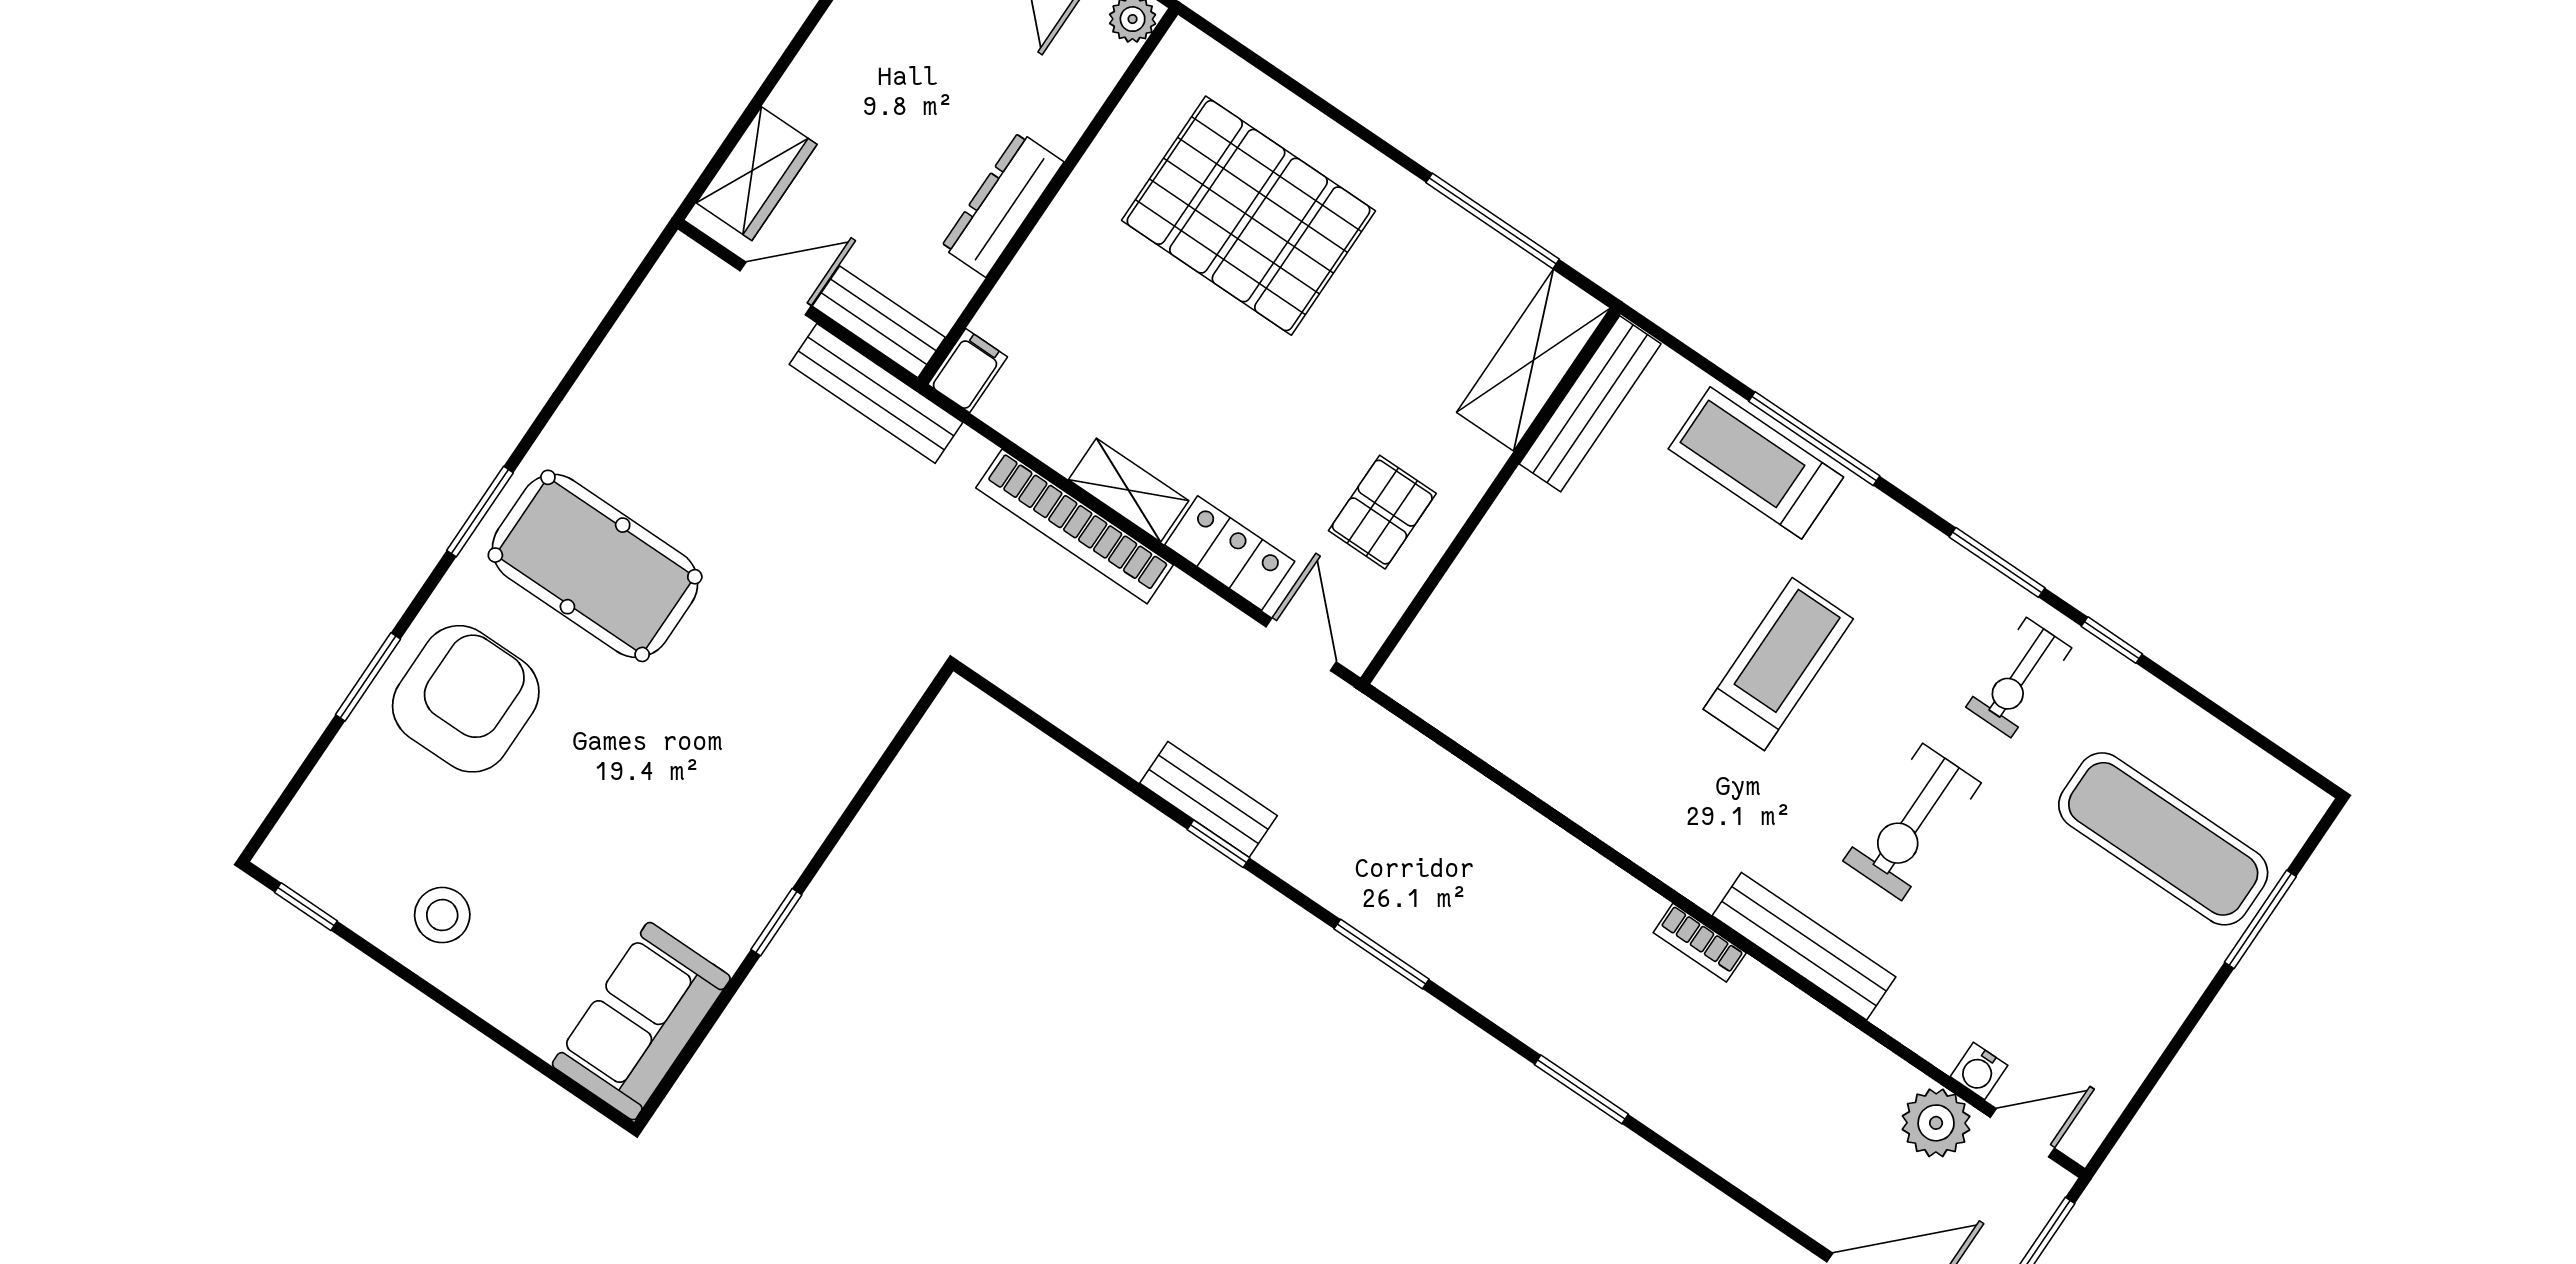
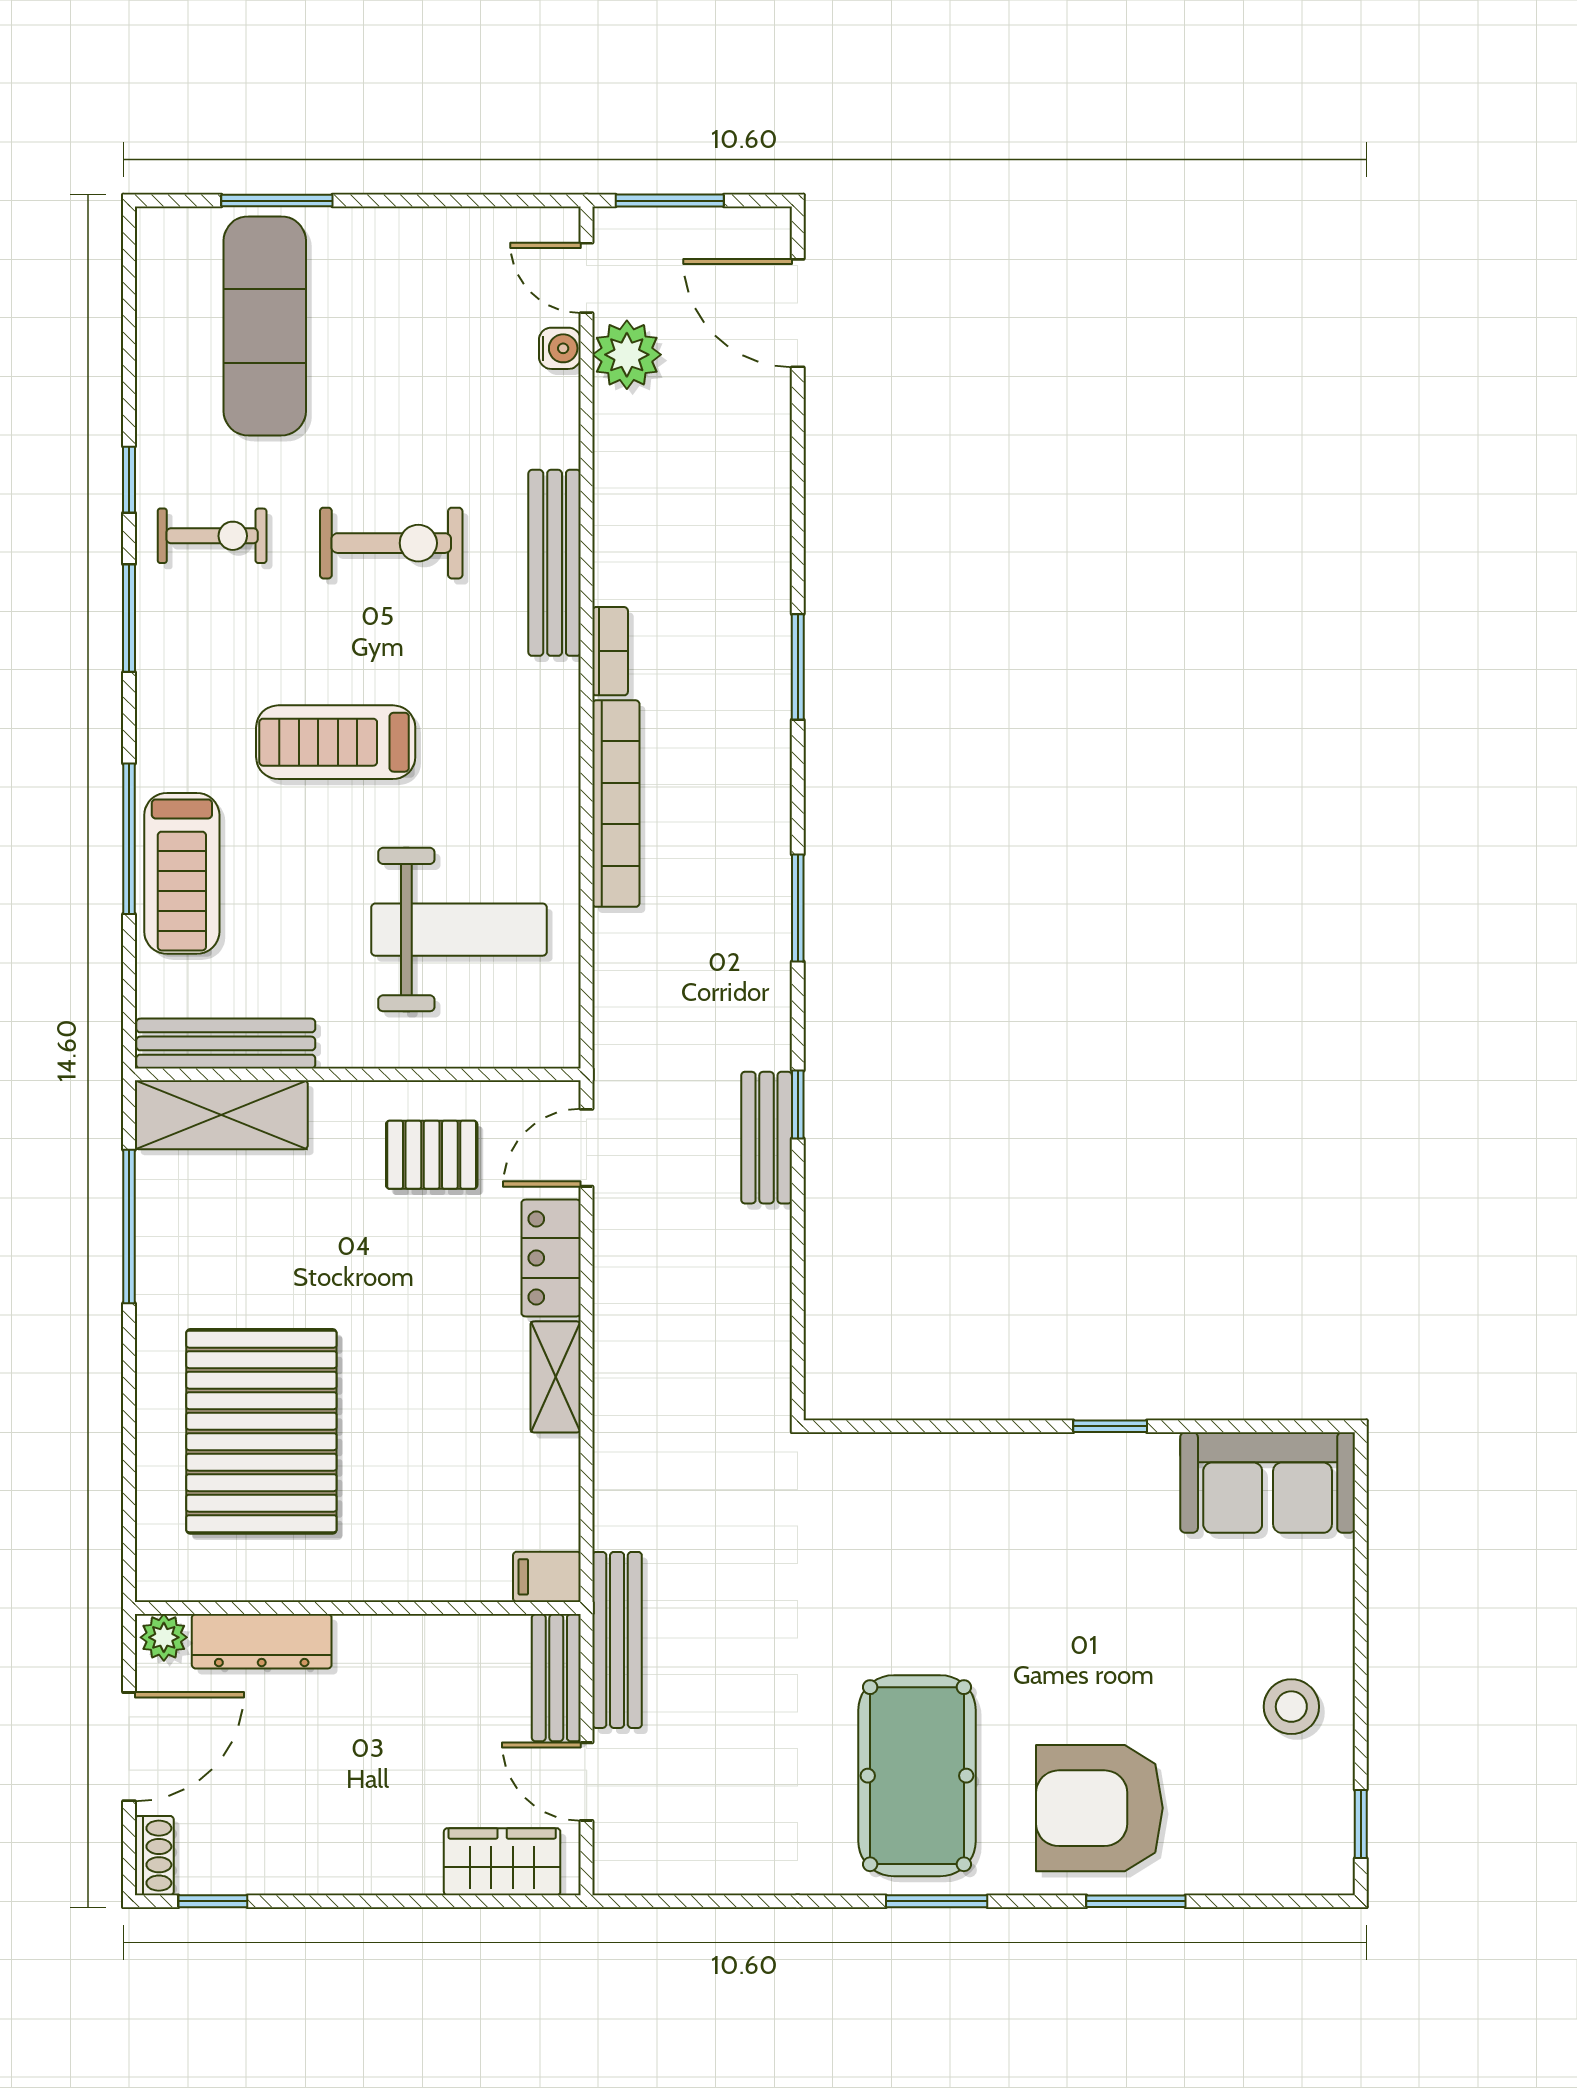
dresser: (1002, 204) -> (262, 1641), moved
bookcase: (1075, 526) -> (616, 804), moved
weight bench: (1554, 661) -> (459, 930), added

